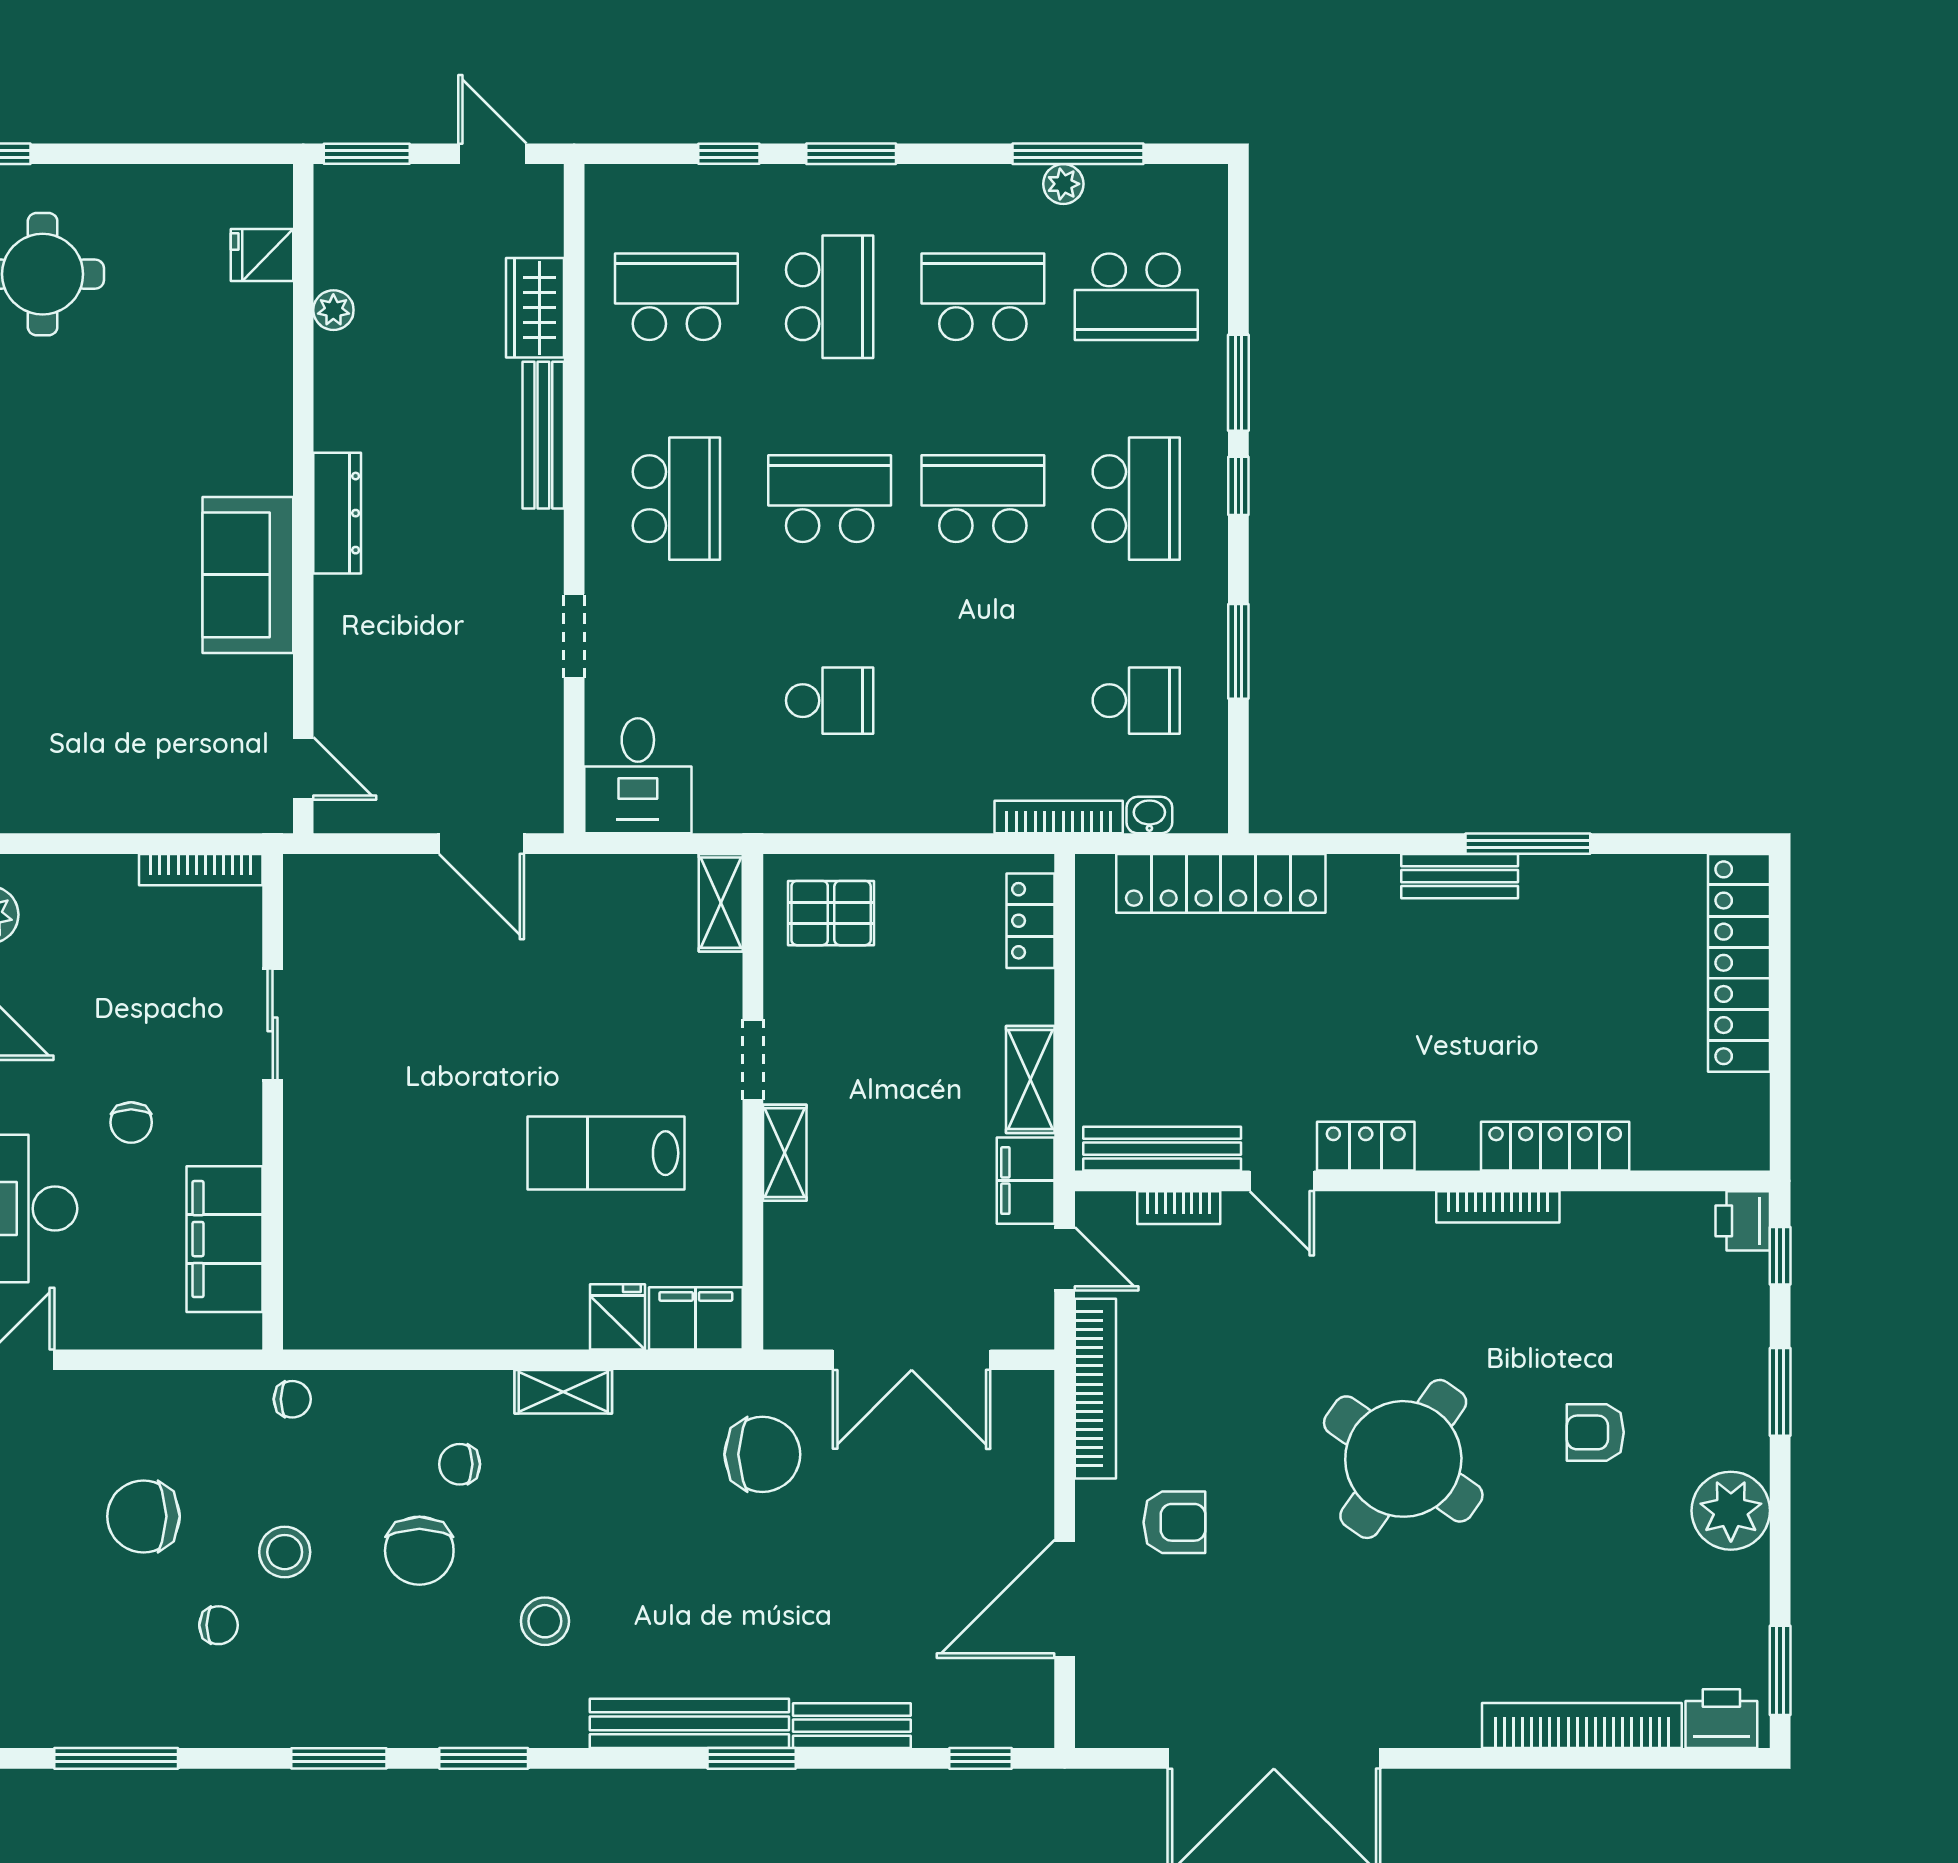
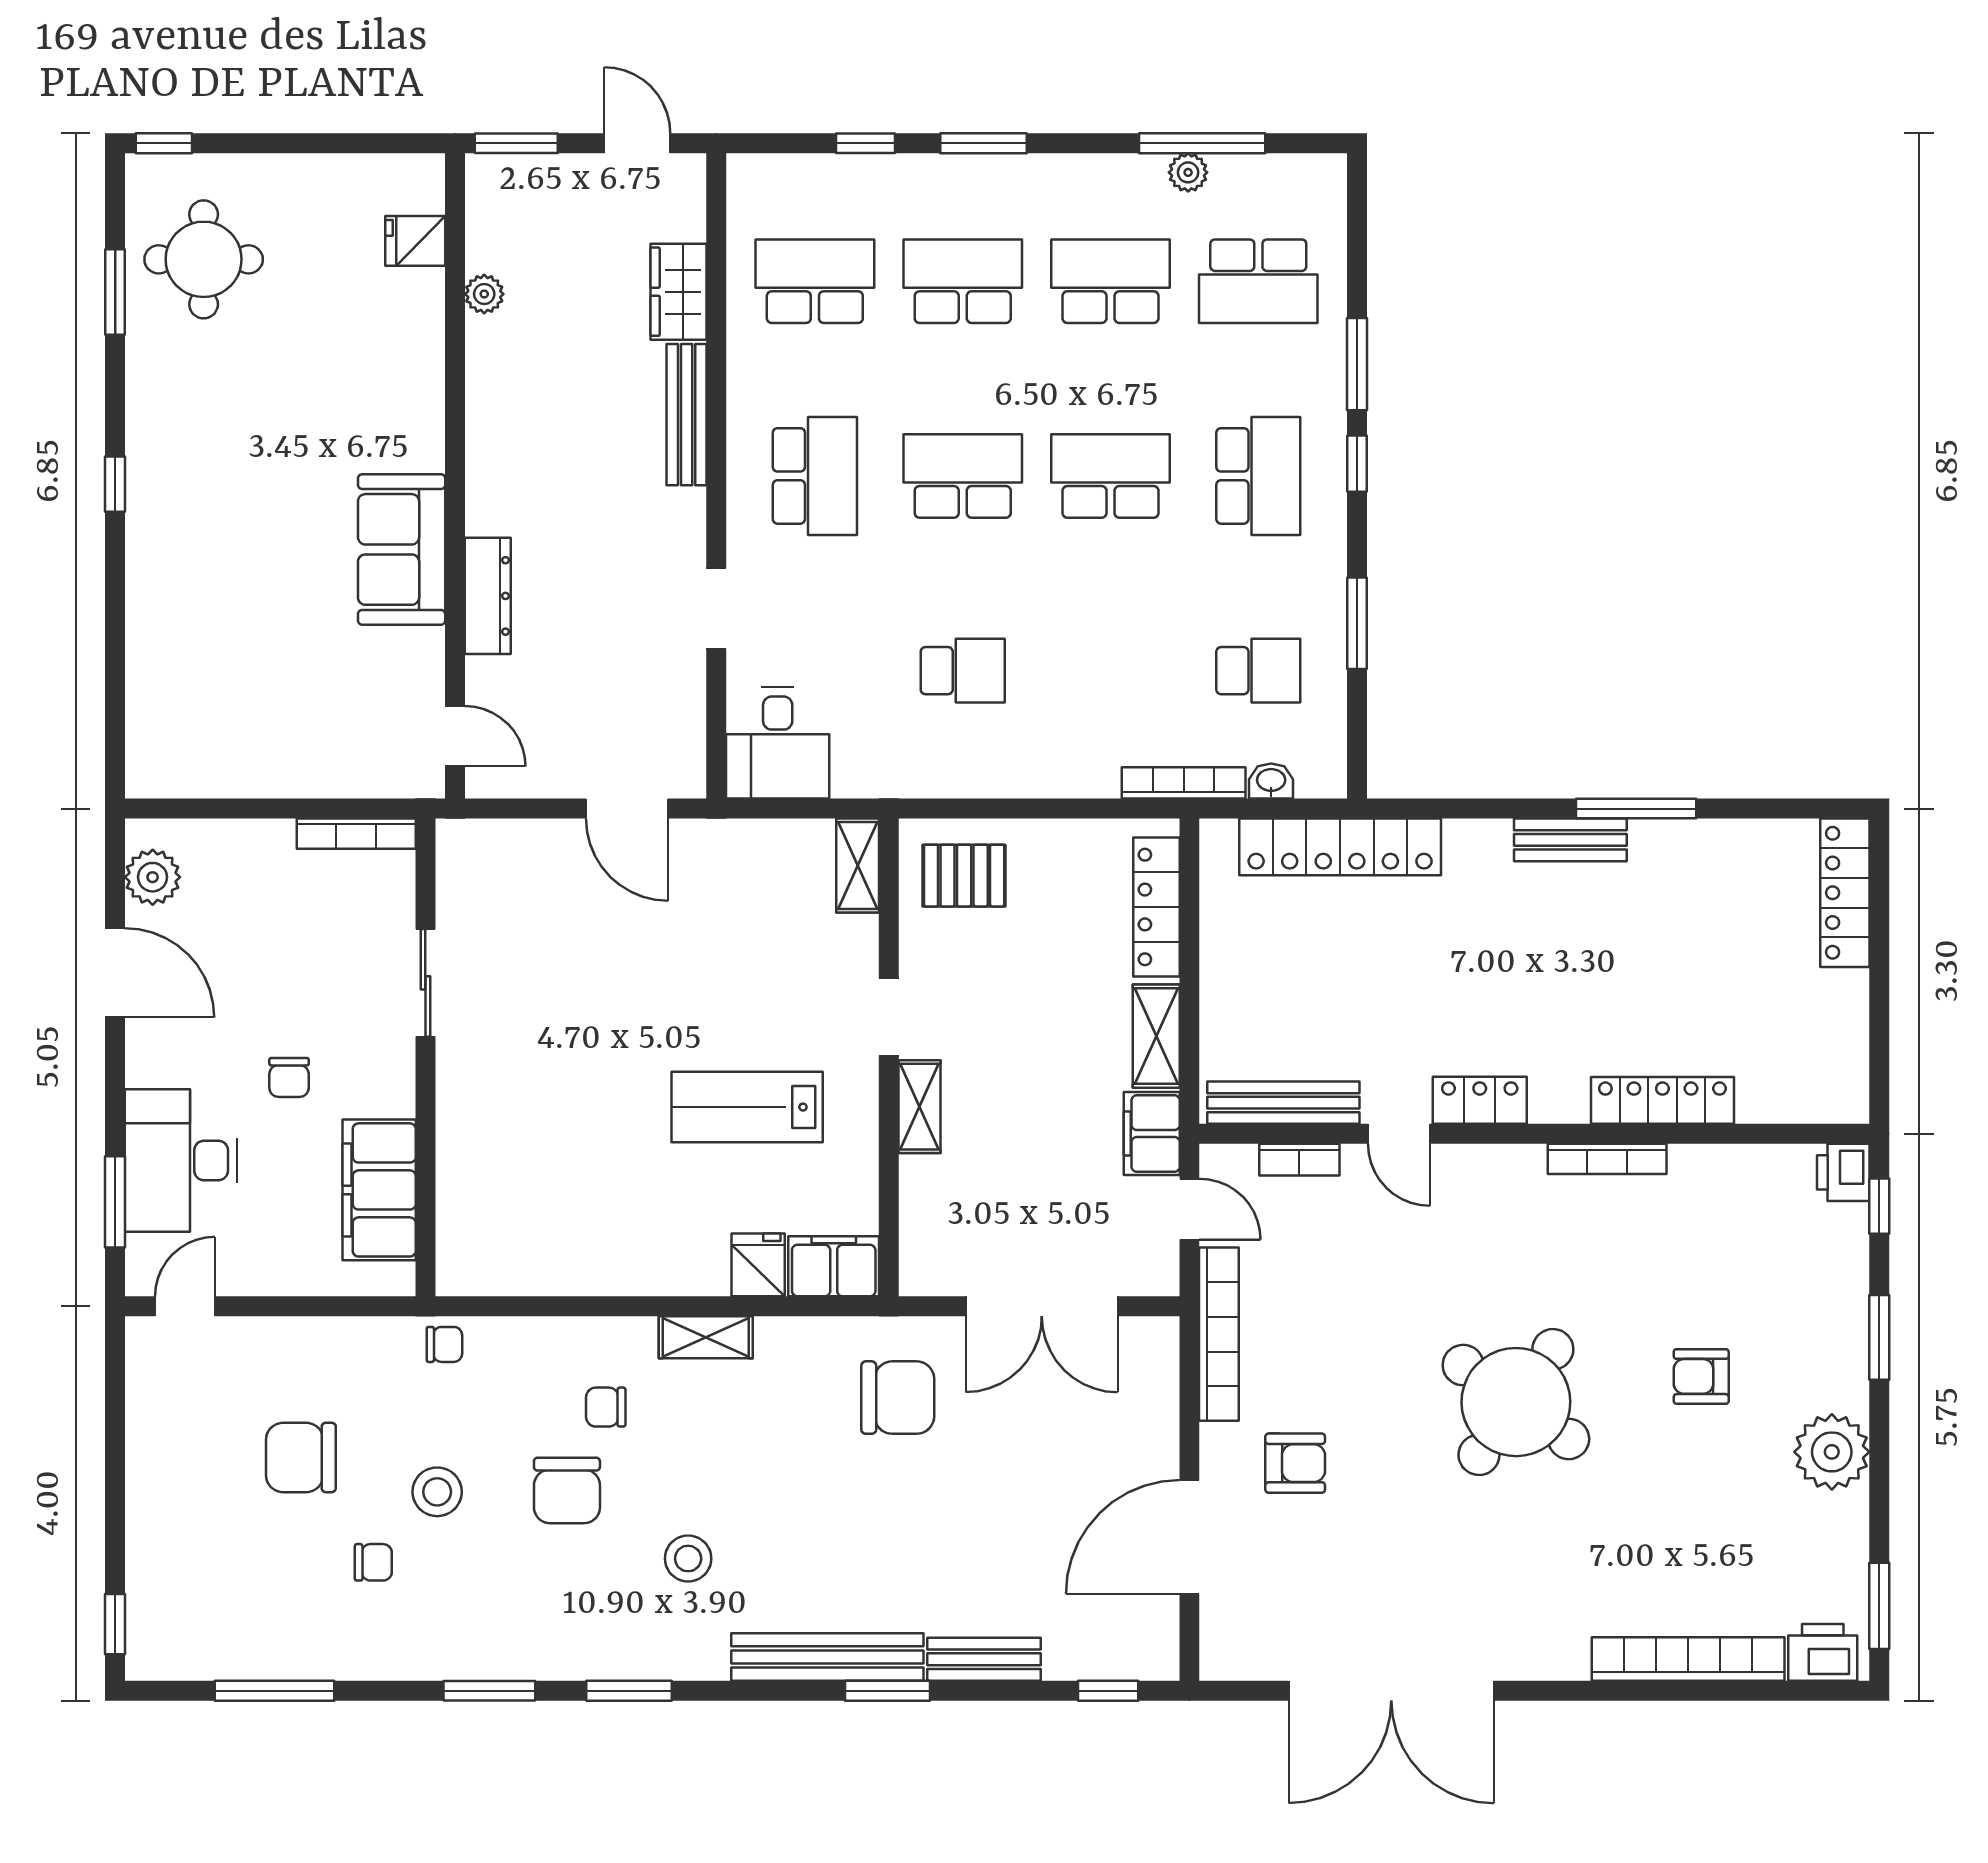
school desk: (830, 297) -> (963, 281), turned -90
dresser: (337, 513) -> (488, 596), moved
locker: (1031, 921) -> (1156, 907), width x1.53
locker: (1739, 963) -> (1845, 893), width x0.71, depth x0.83

